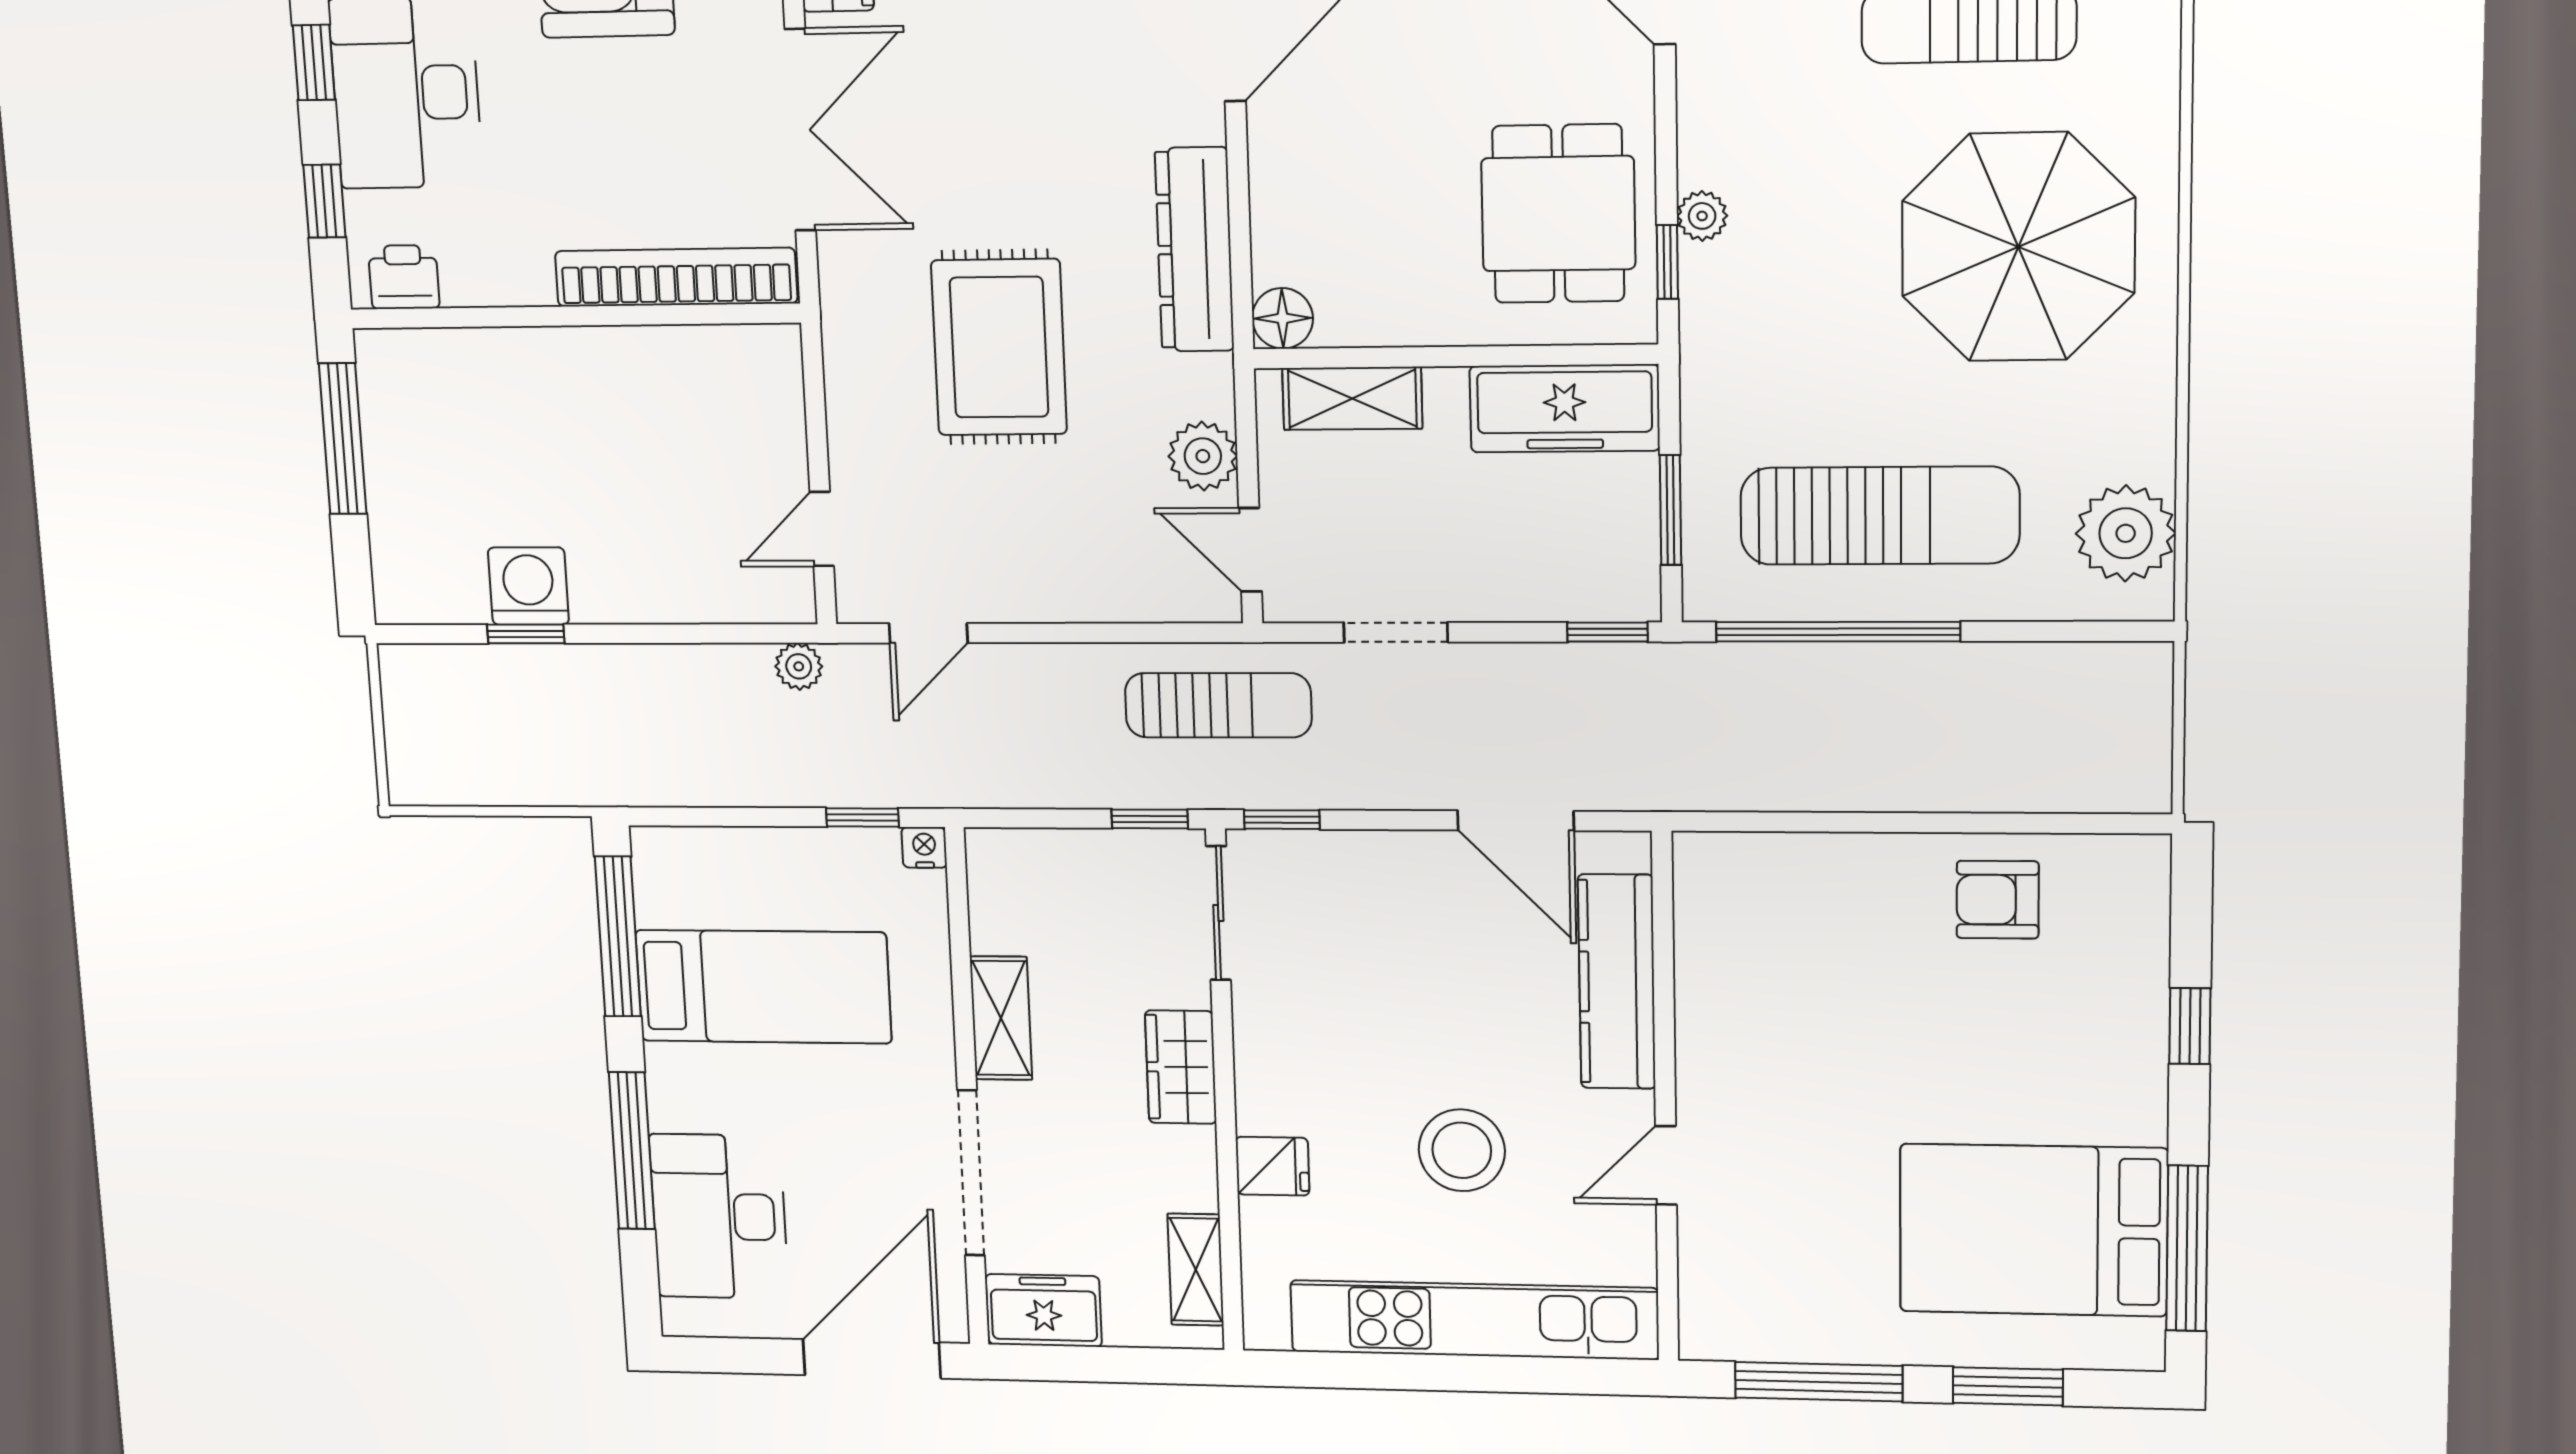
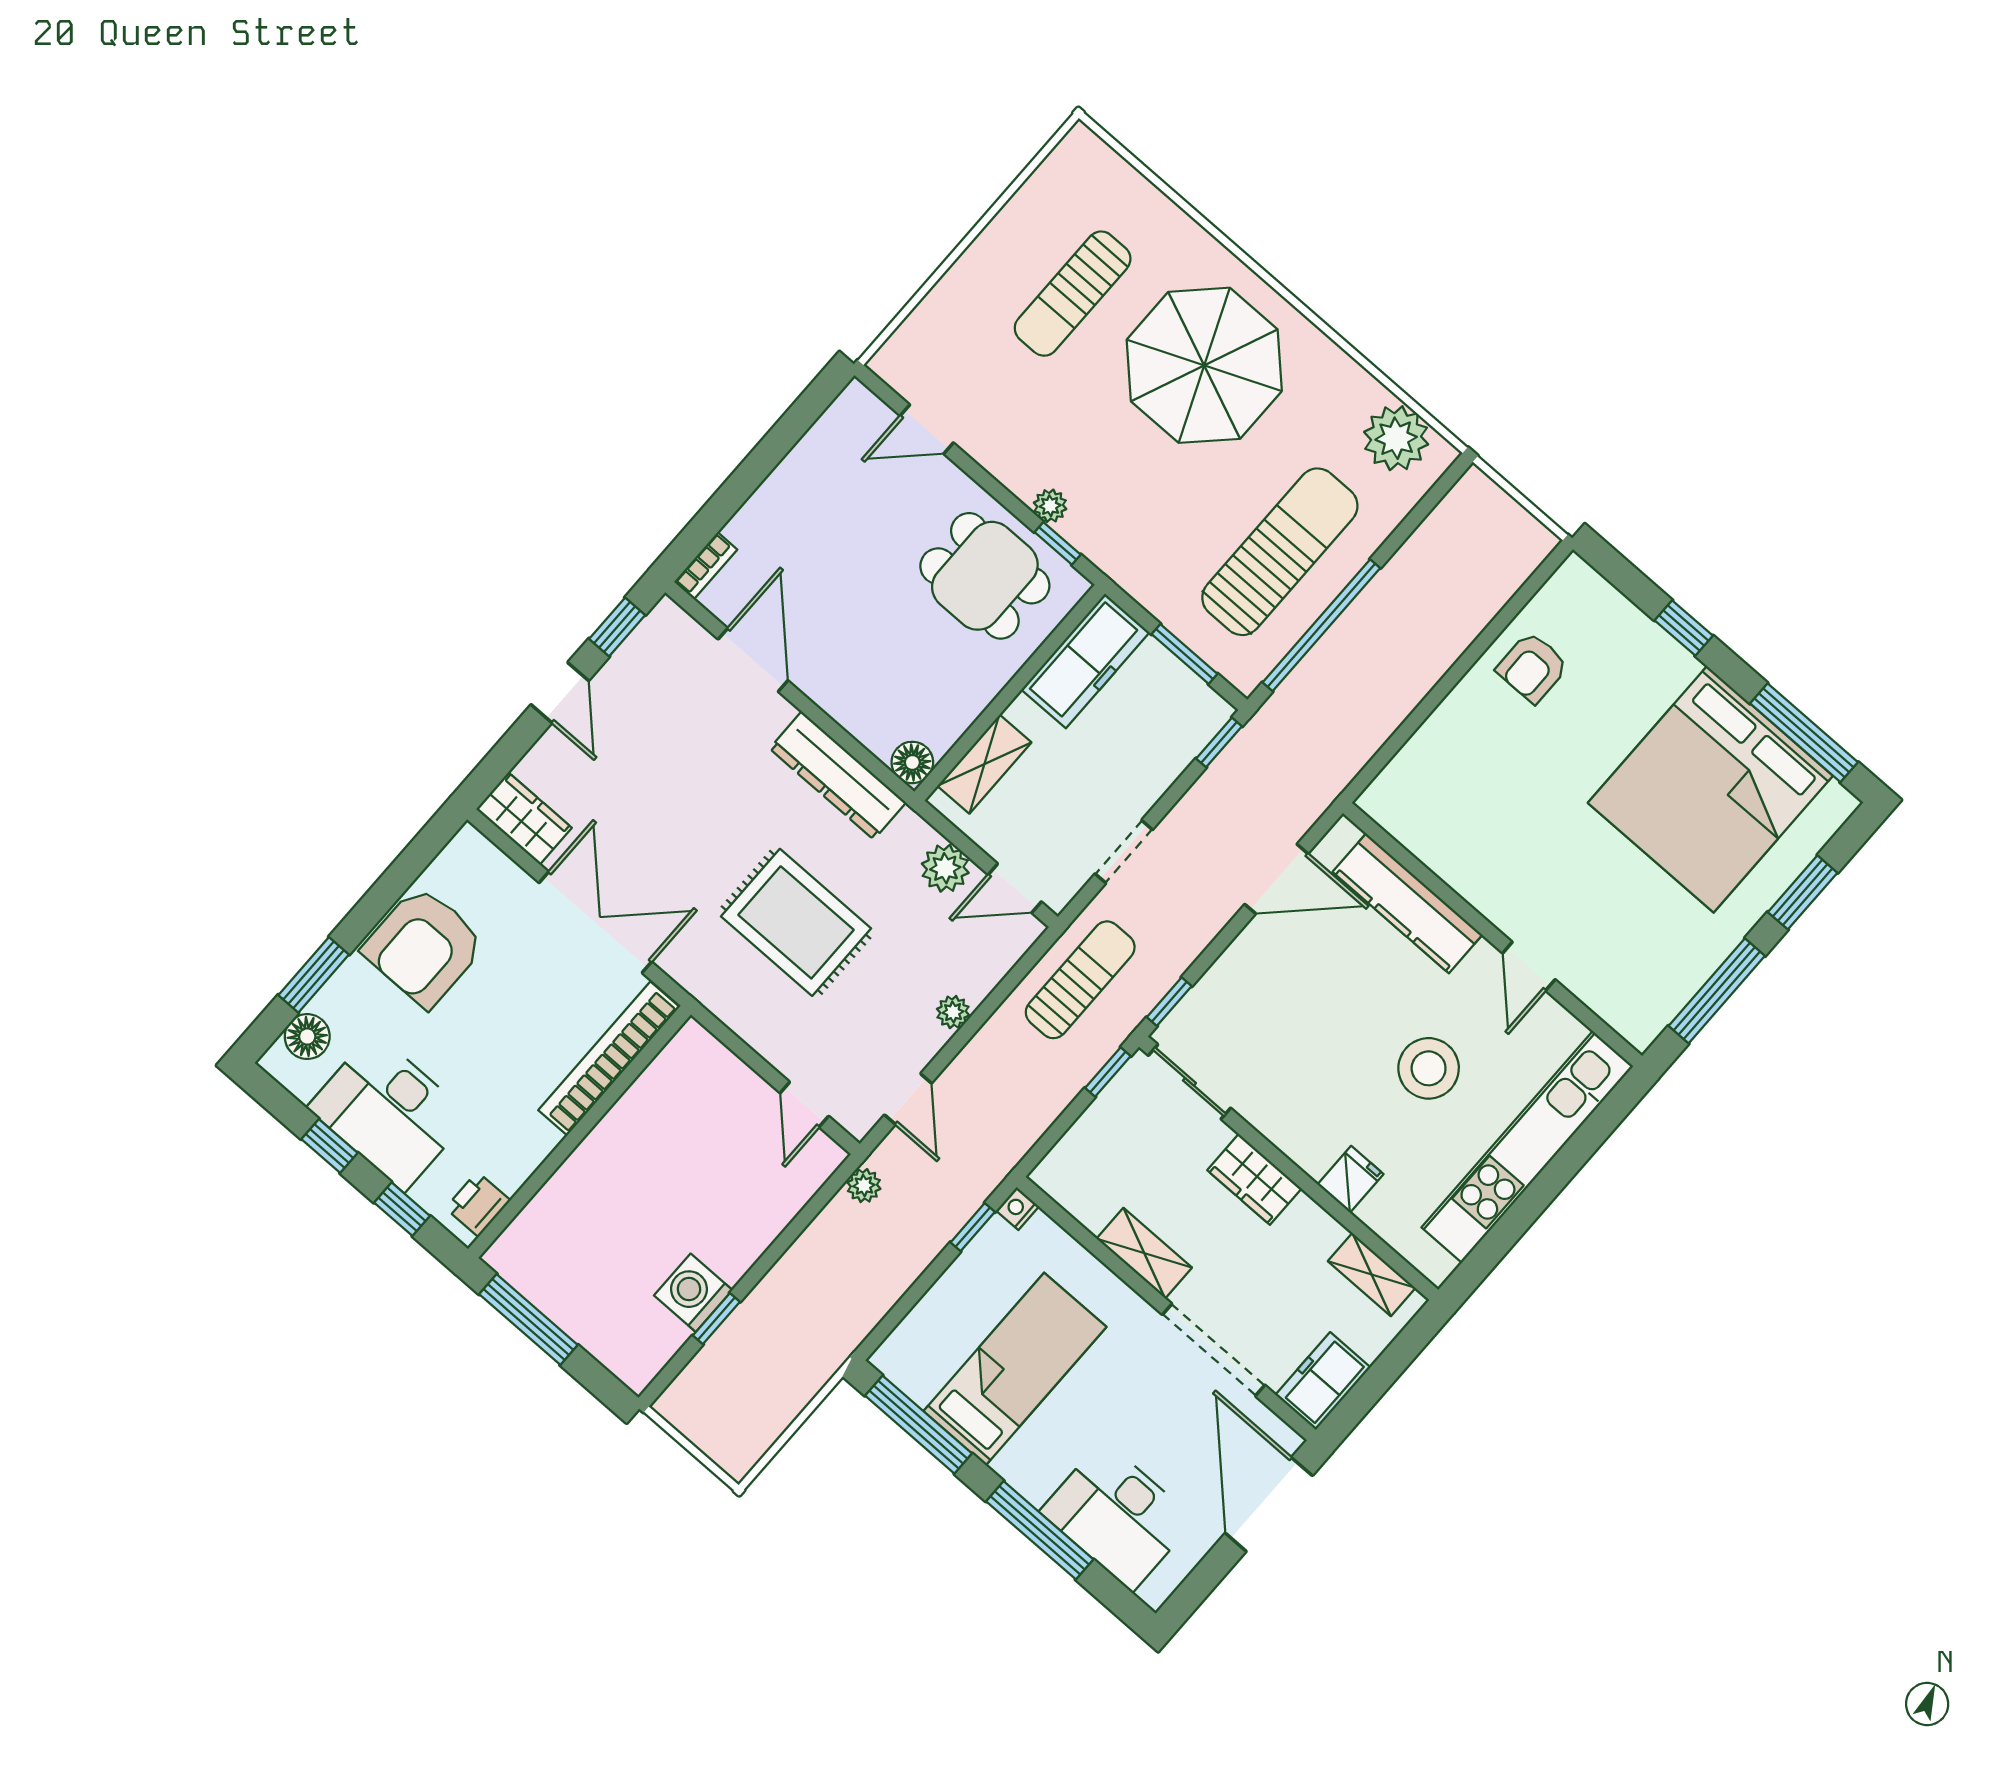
plant: (1061, 600) -> (953, 1012), added
bed: (2033, 1230) -> (1710, 789), width x1.36

